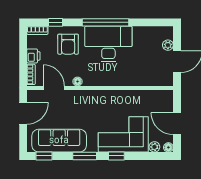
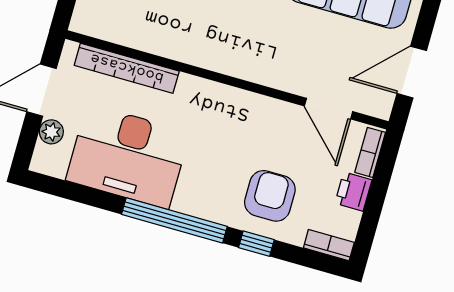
window: (56, 22) -> (256, 244), moved
desk: (108, 44) -> (128, 156), moved
floor lamp: (78, 81) -> (272, 108), removed
bookcase: (144, 81) -> (127, 68), added

